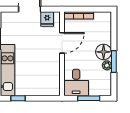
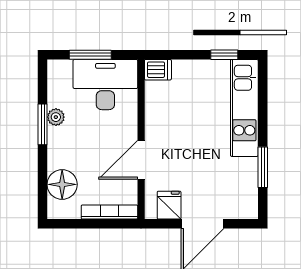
floor lamp: (104, 52) -> (62, 184), moved
desk: (76, 82) -> (105, 85), width x1.37
dishwasher: (53, 90) -> (158, 70), added

